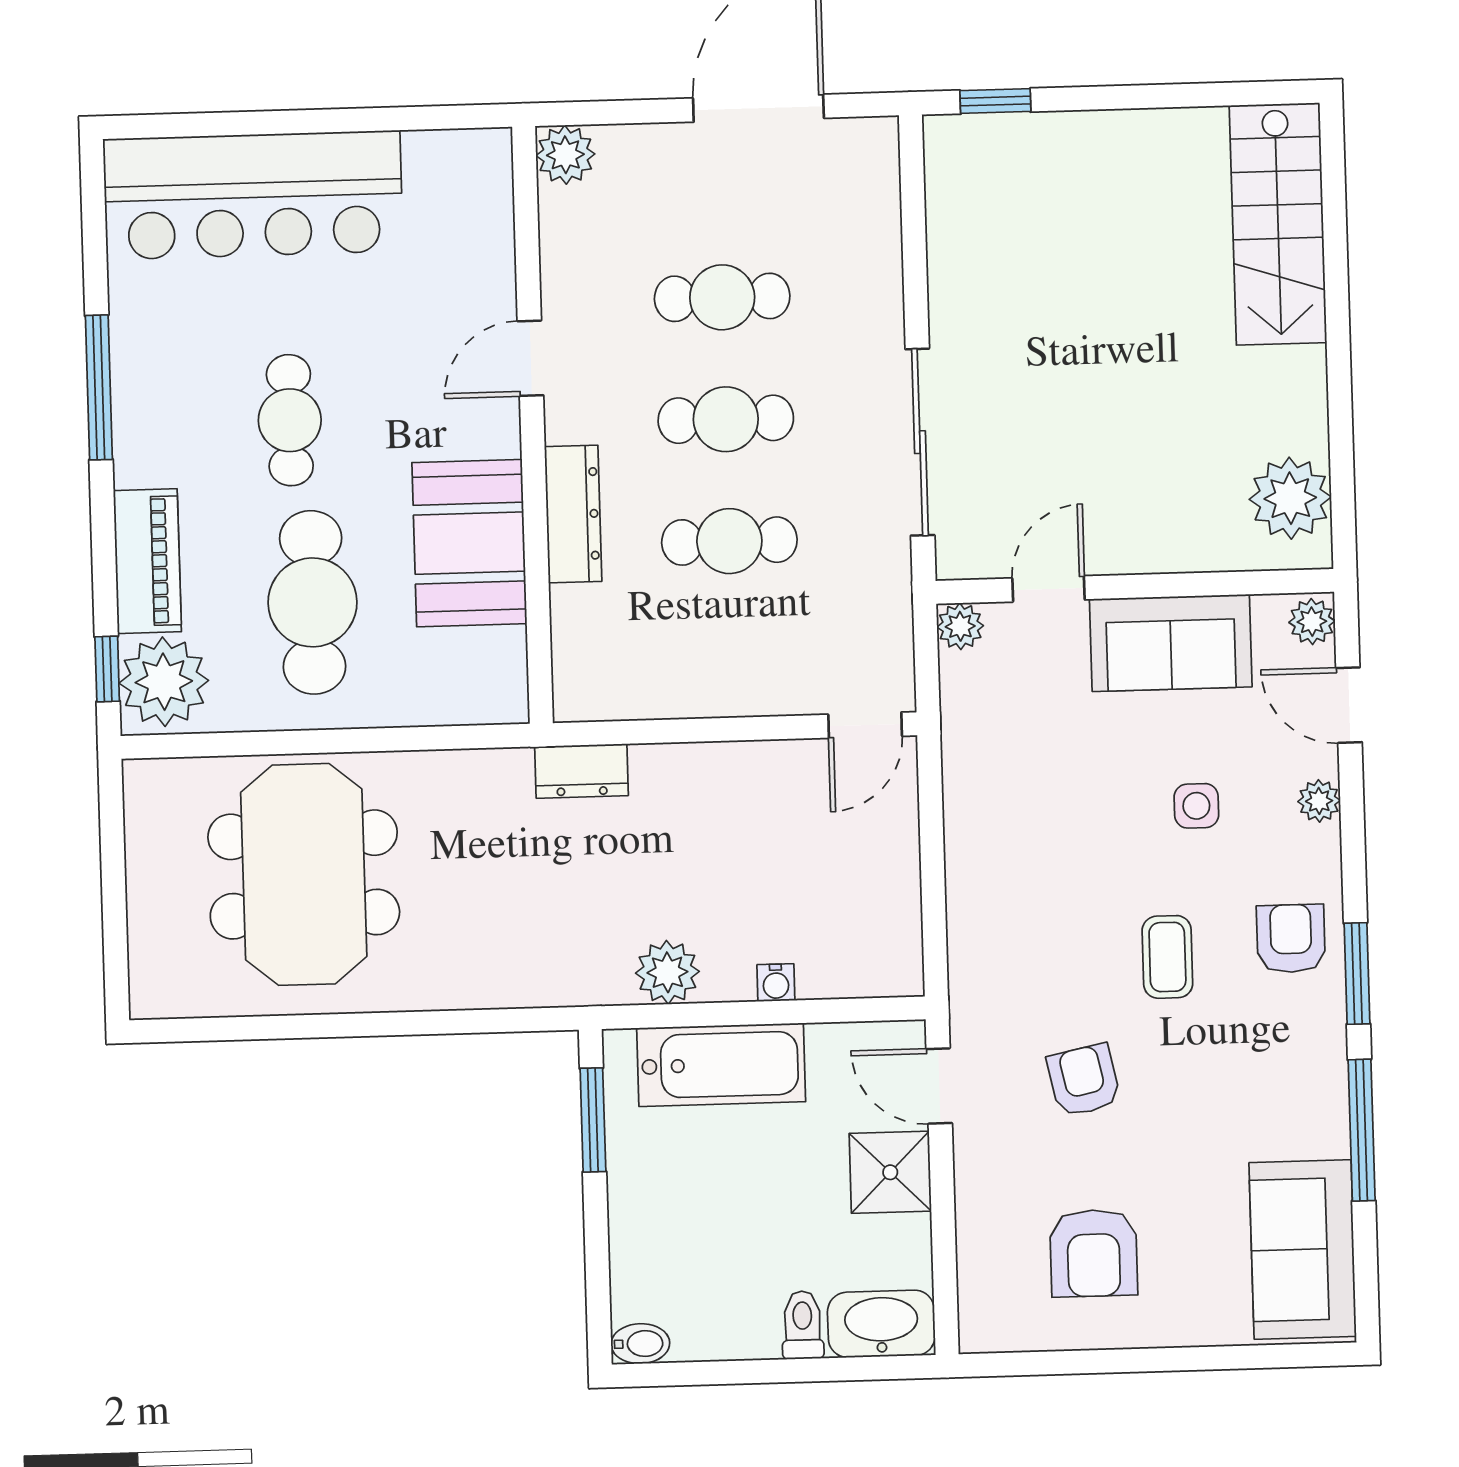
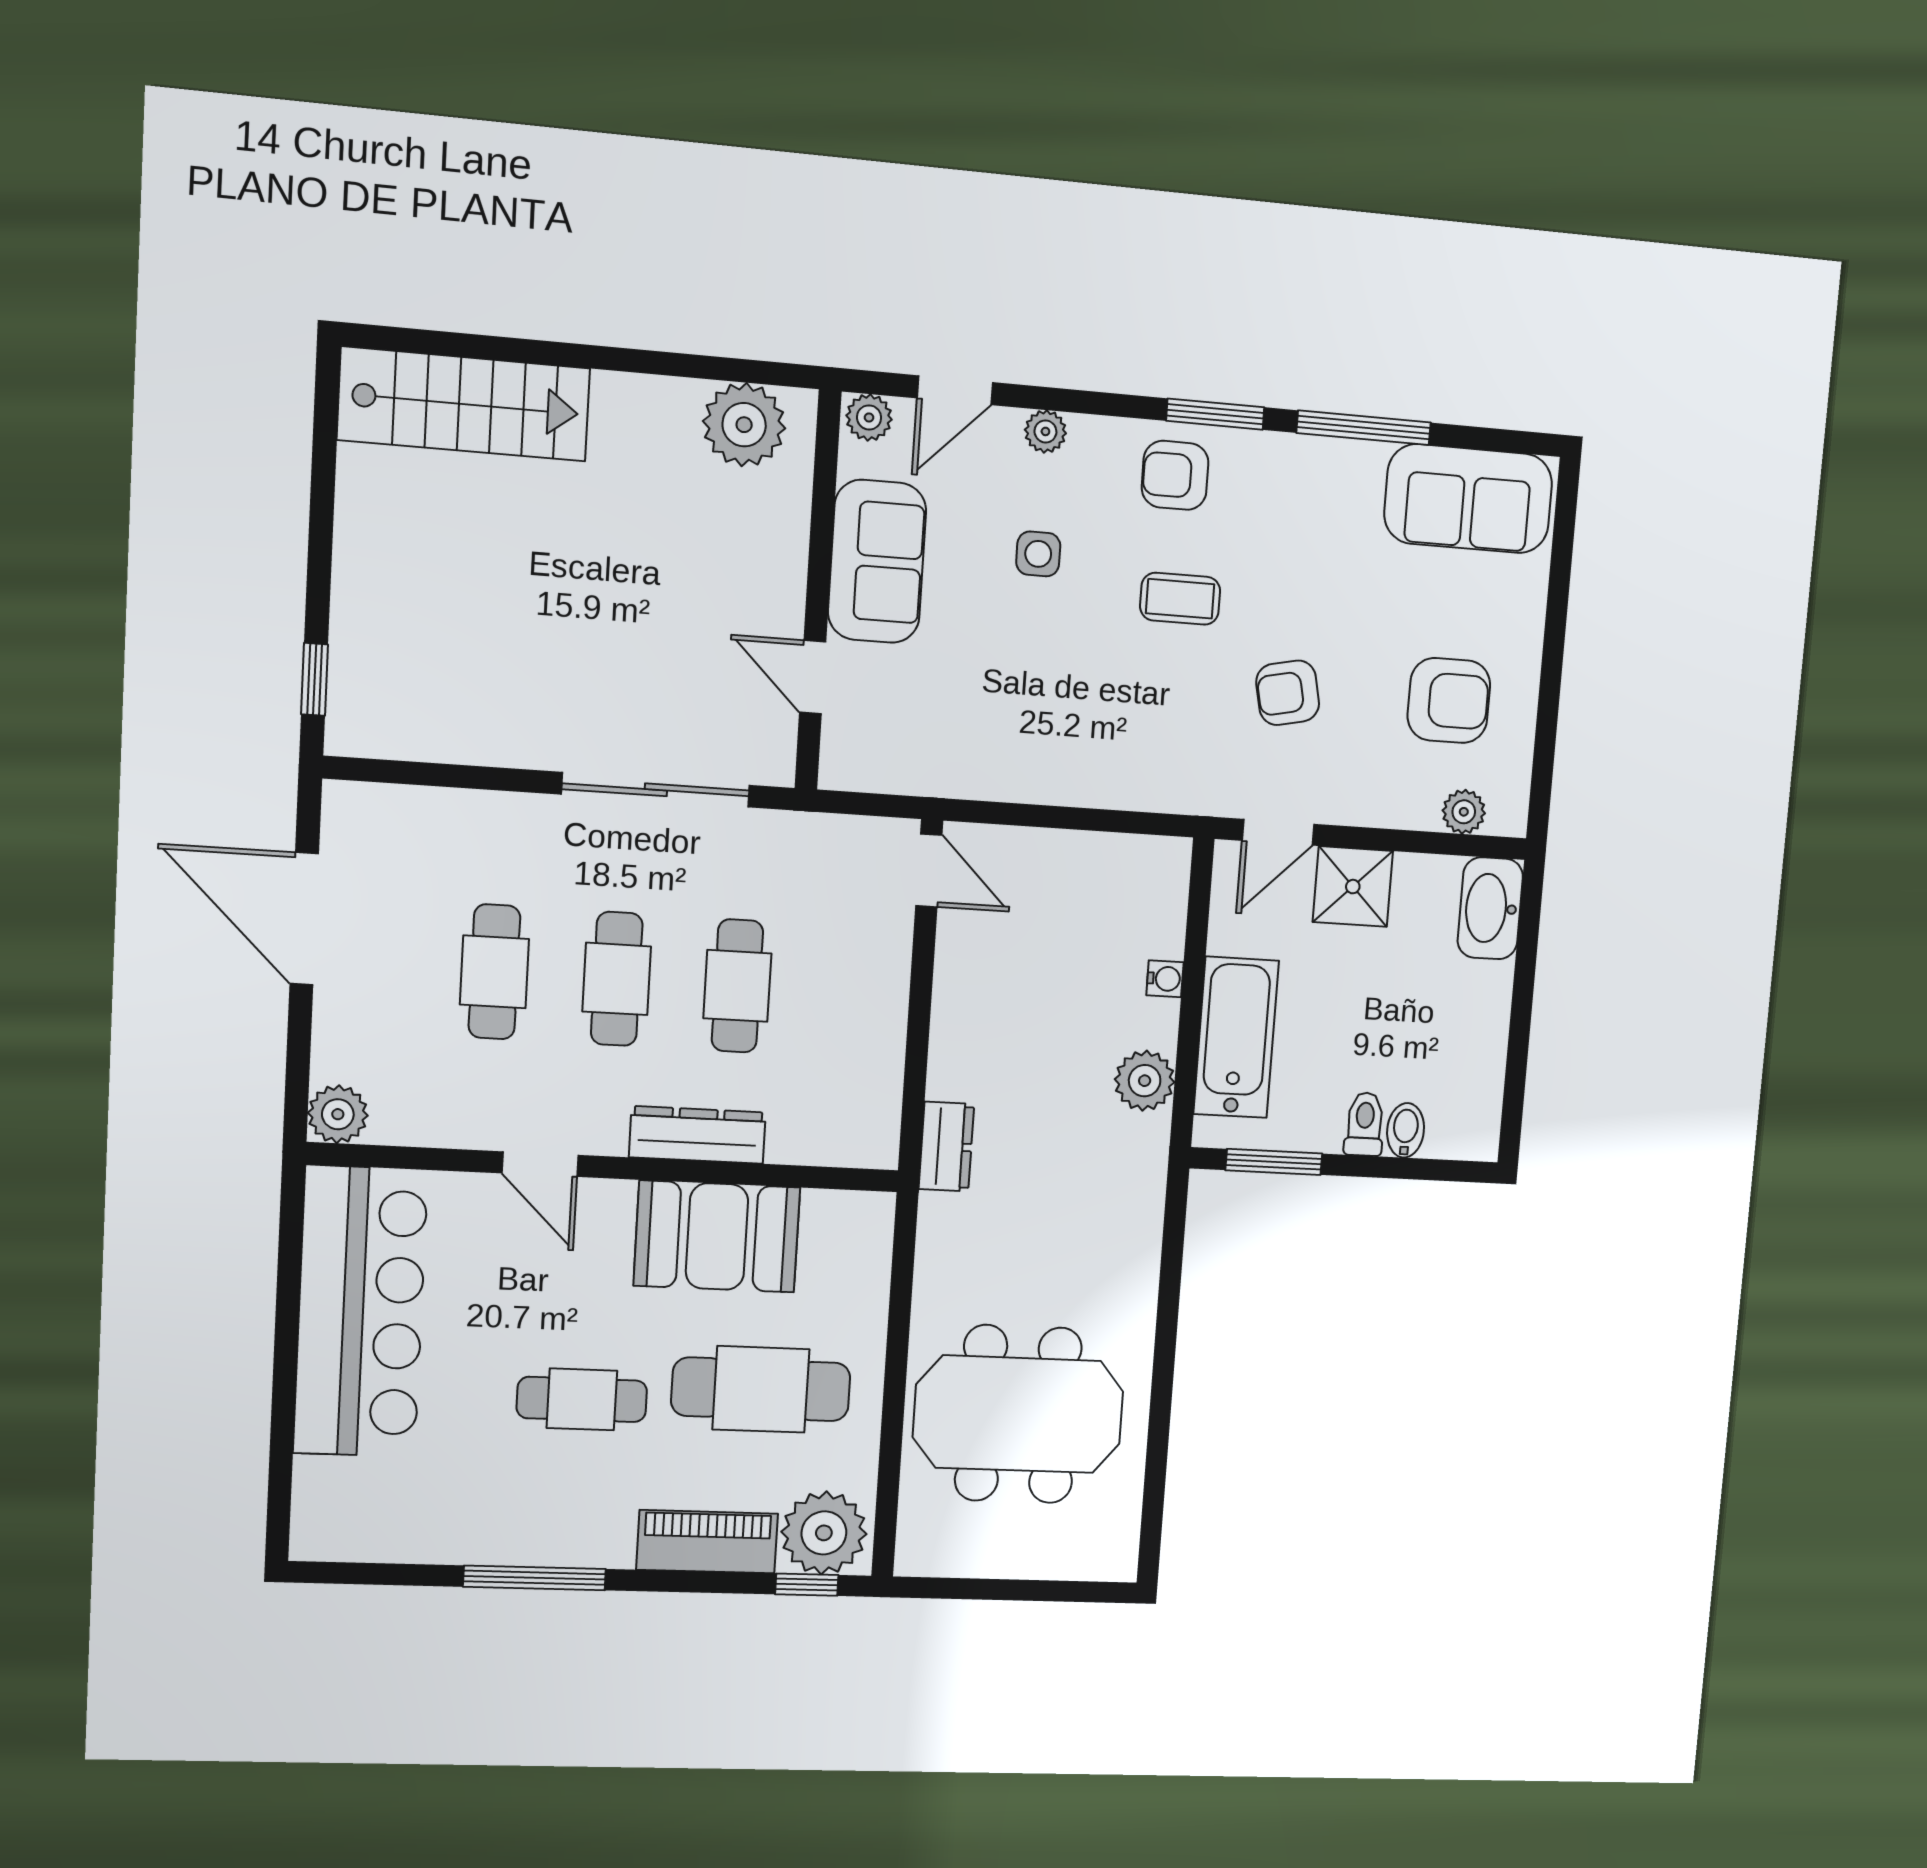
bar counter: (253, 195) -> (360, 1312), moved
plant: (960, 626) -> (1464, 812), moved
toilet: (803, 1325) -> (1365, 1124), moved, turned 90
bidet: (640, 1344) -> (1406, 1130), moved

